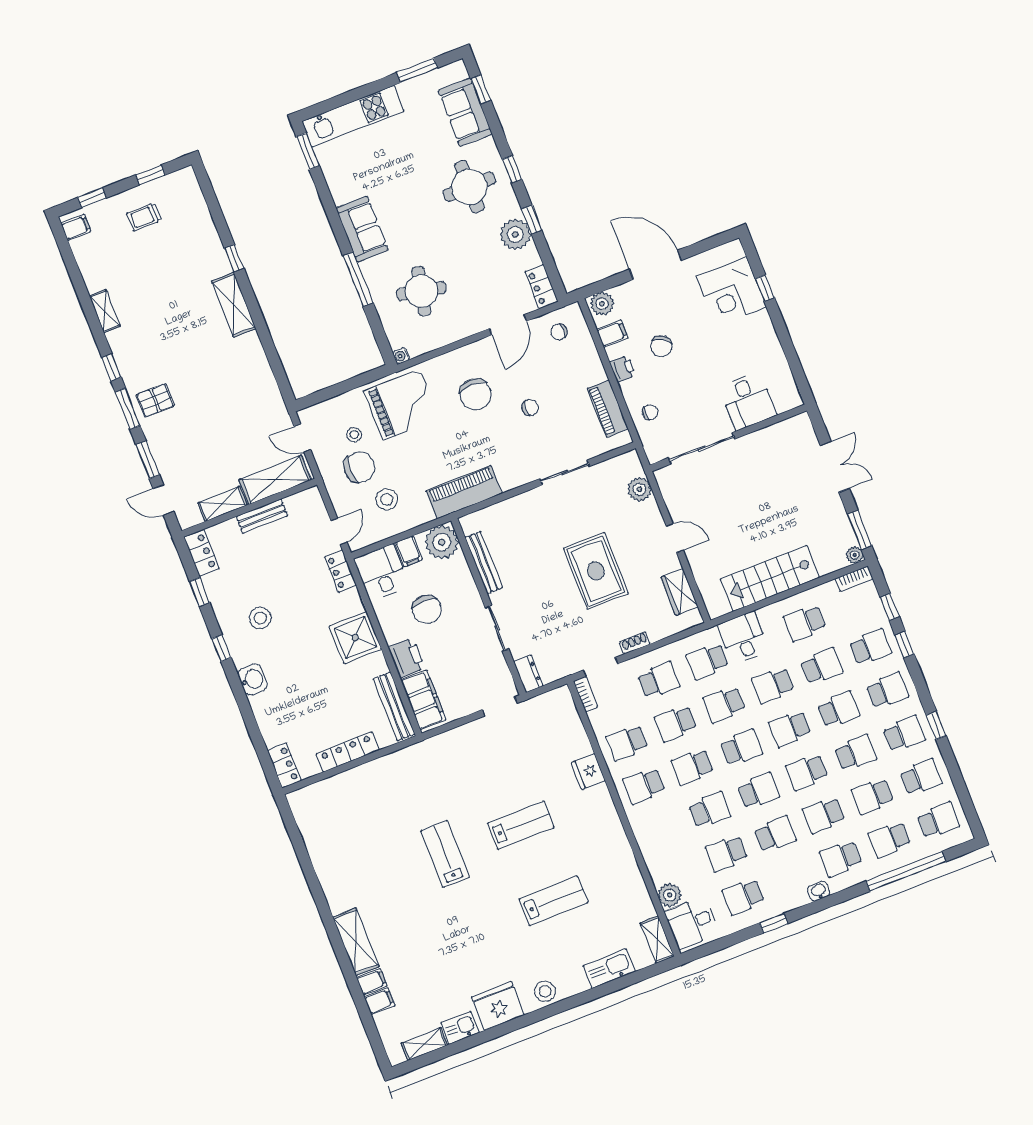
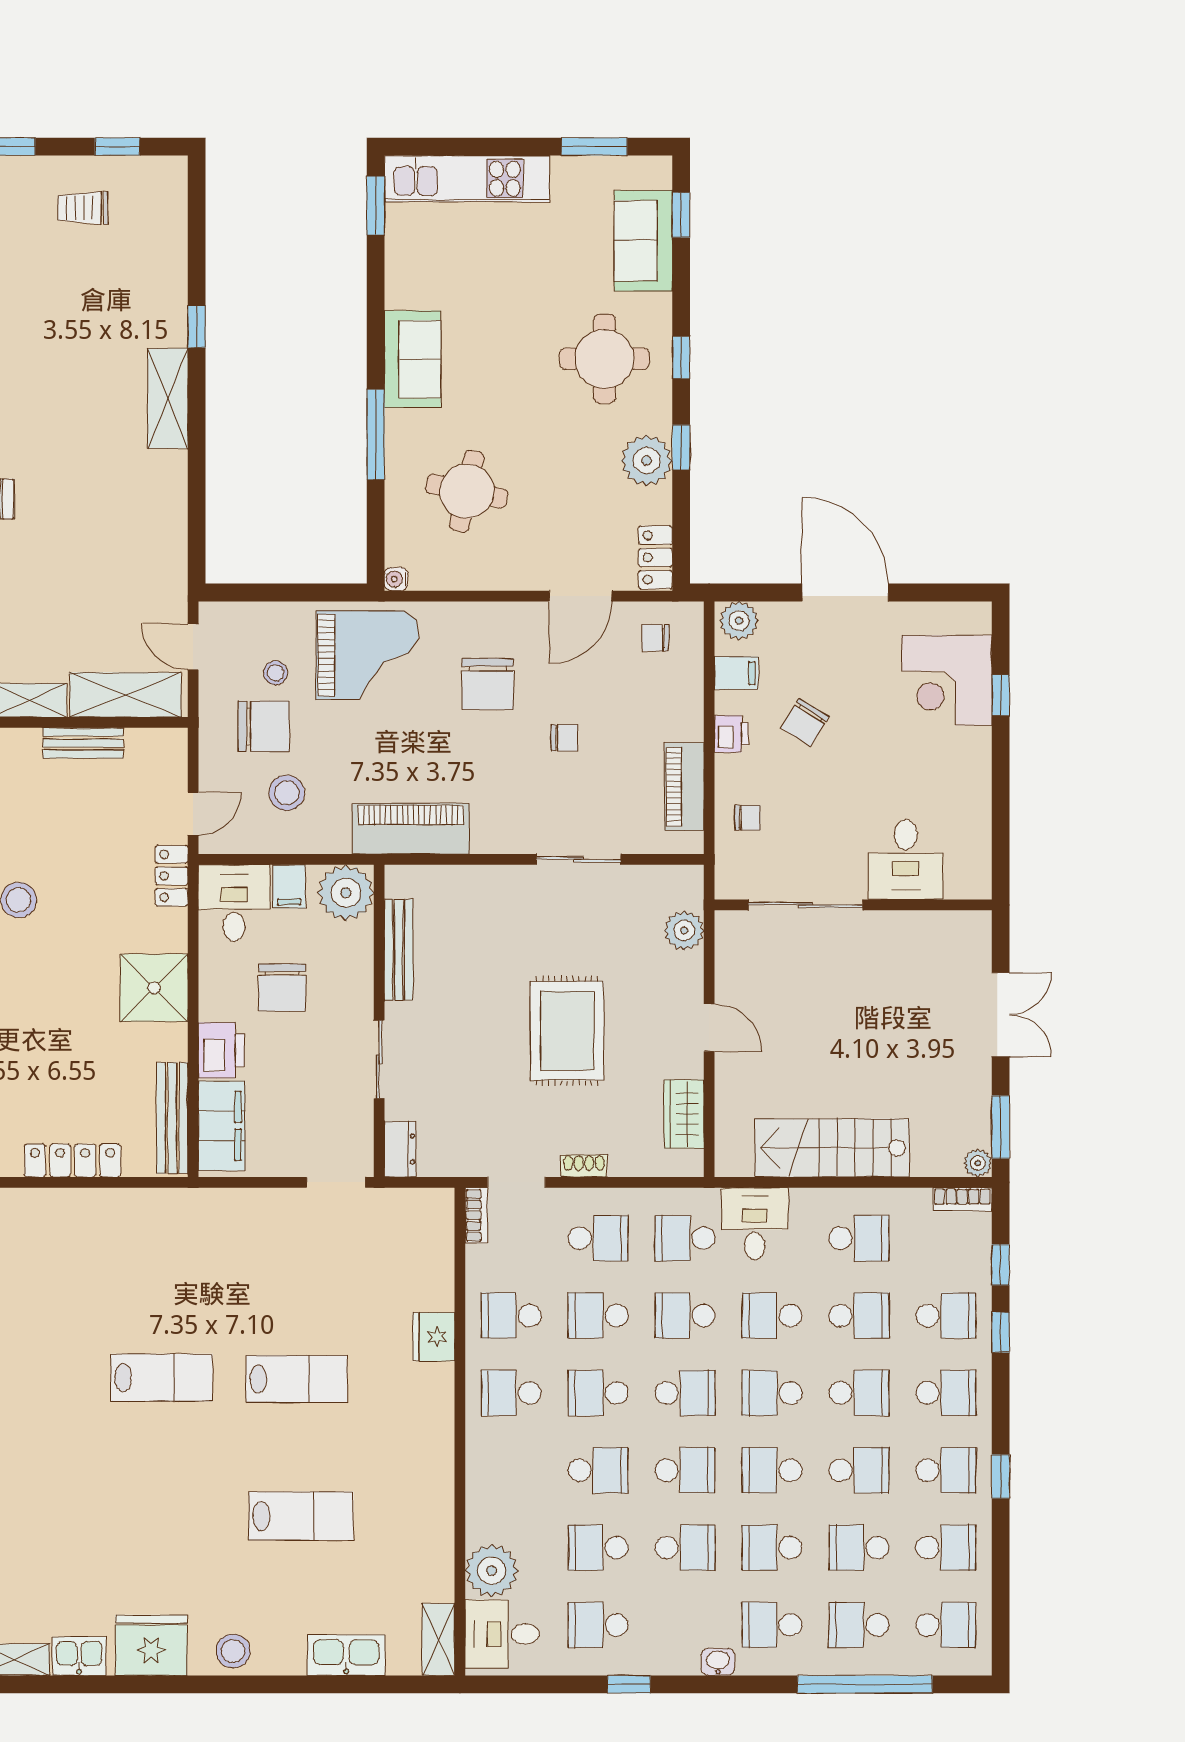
school desk: (805, 623) -> (859, 1238), turned 180
lab bench: (445, 854) -> (162, 1378), turned 90
plant: (670, 895) -> (492, 1571), width x1.36, depth x1.36

